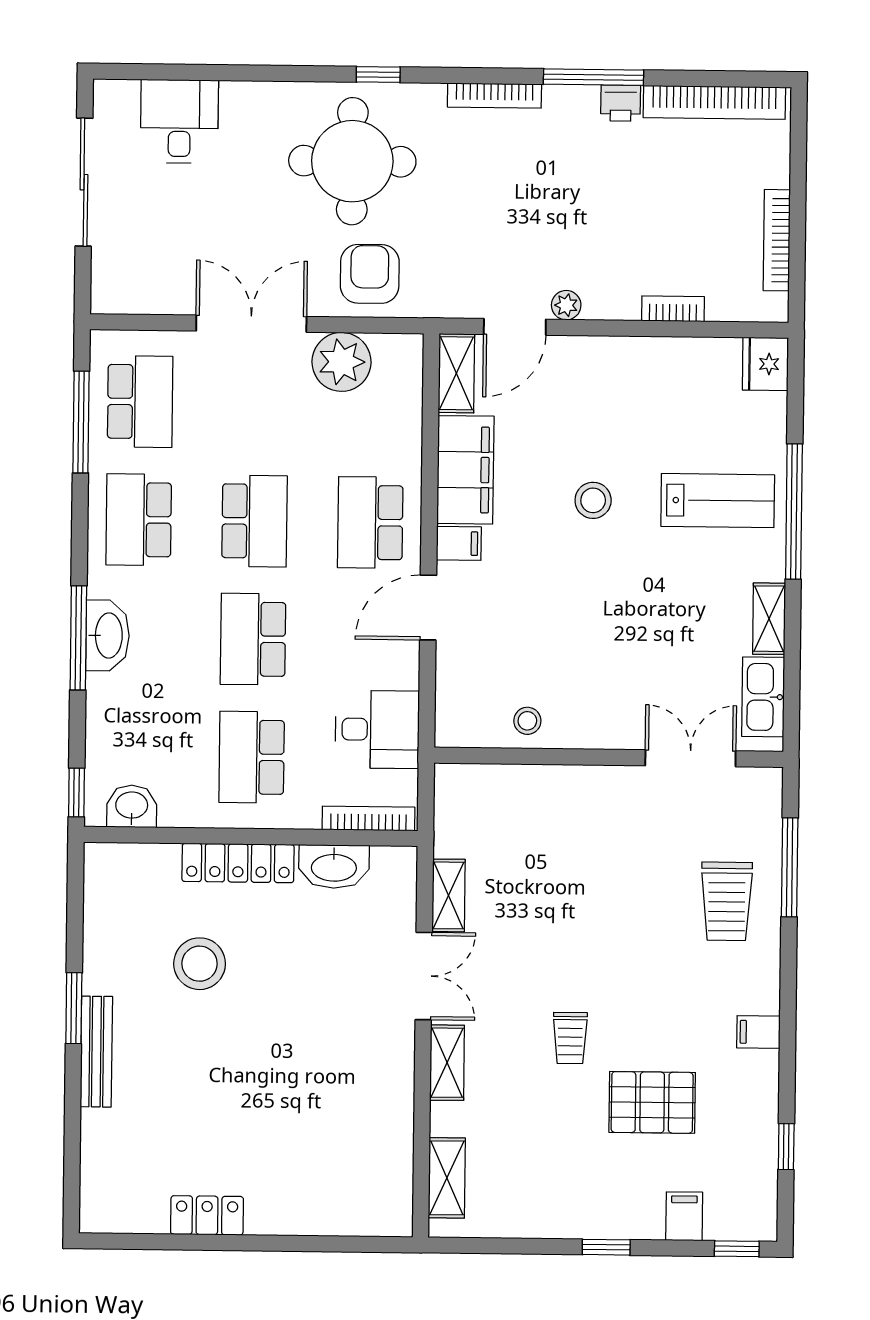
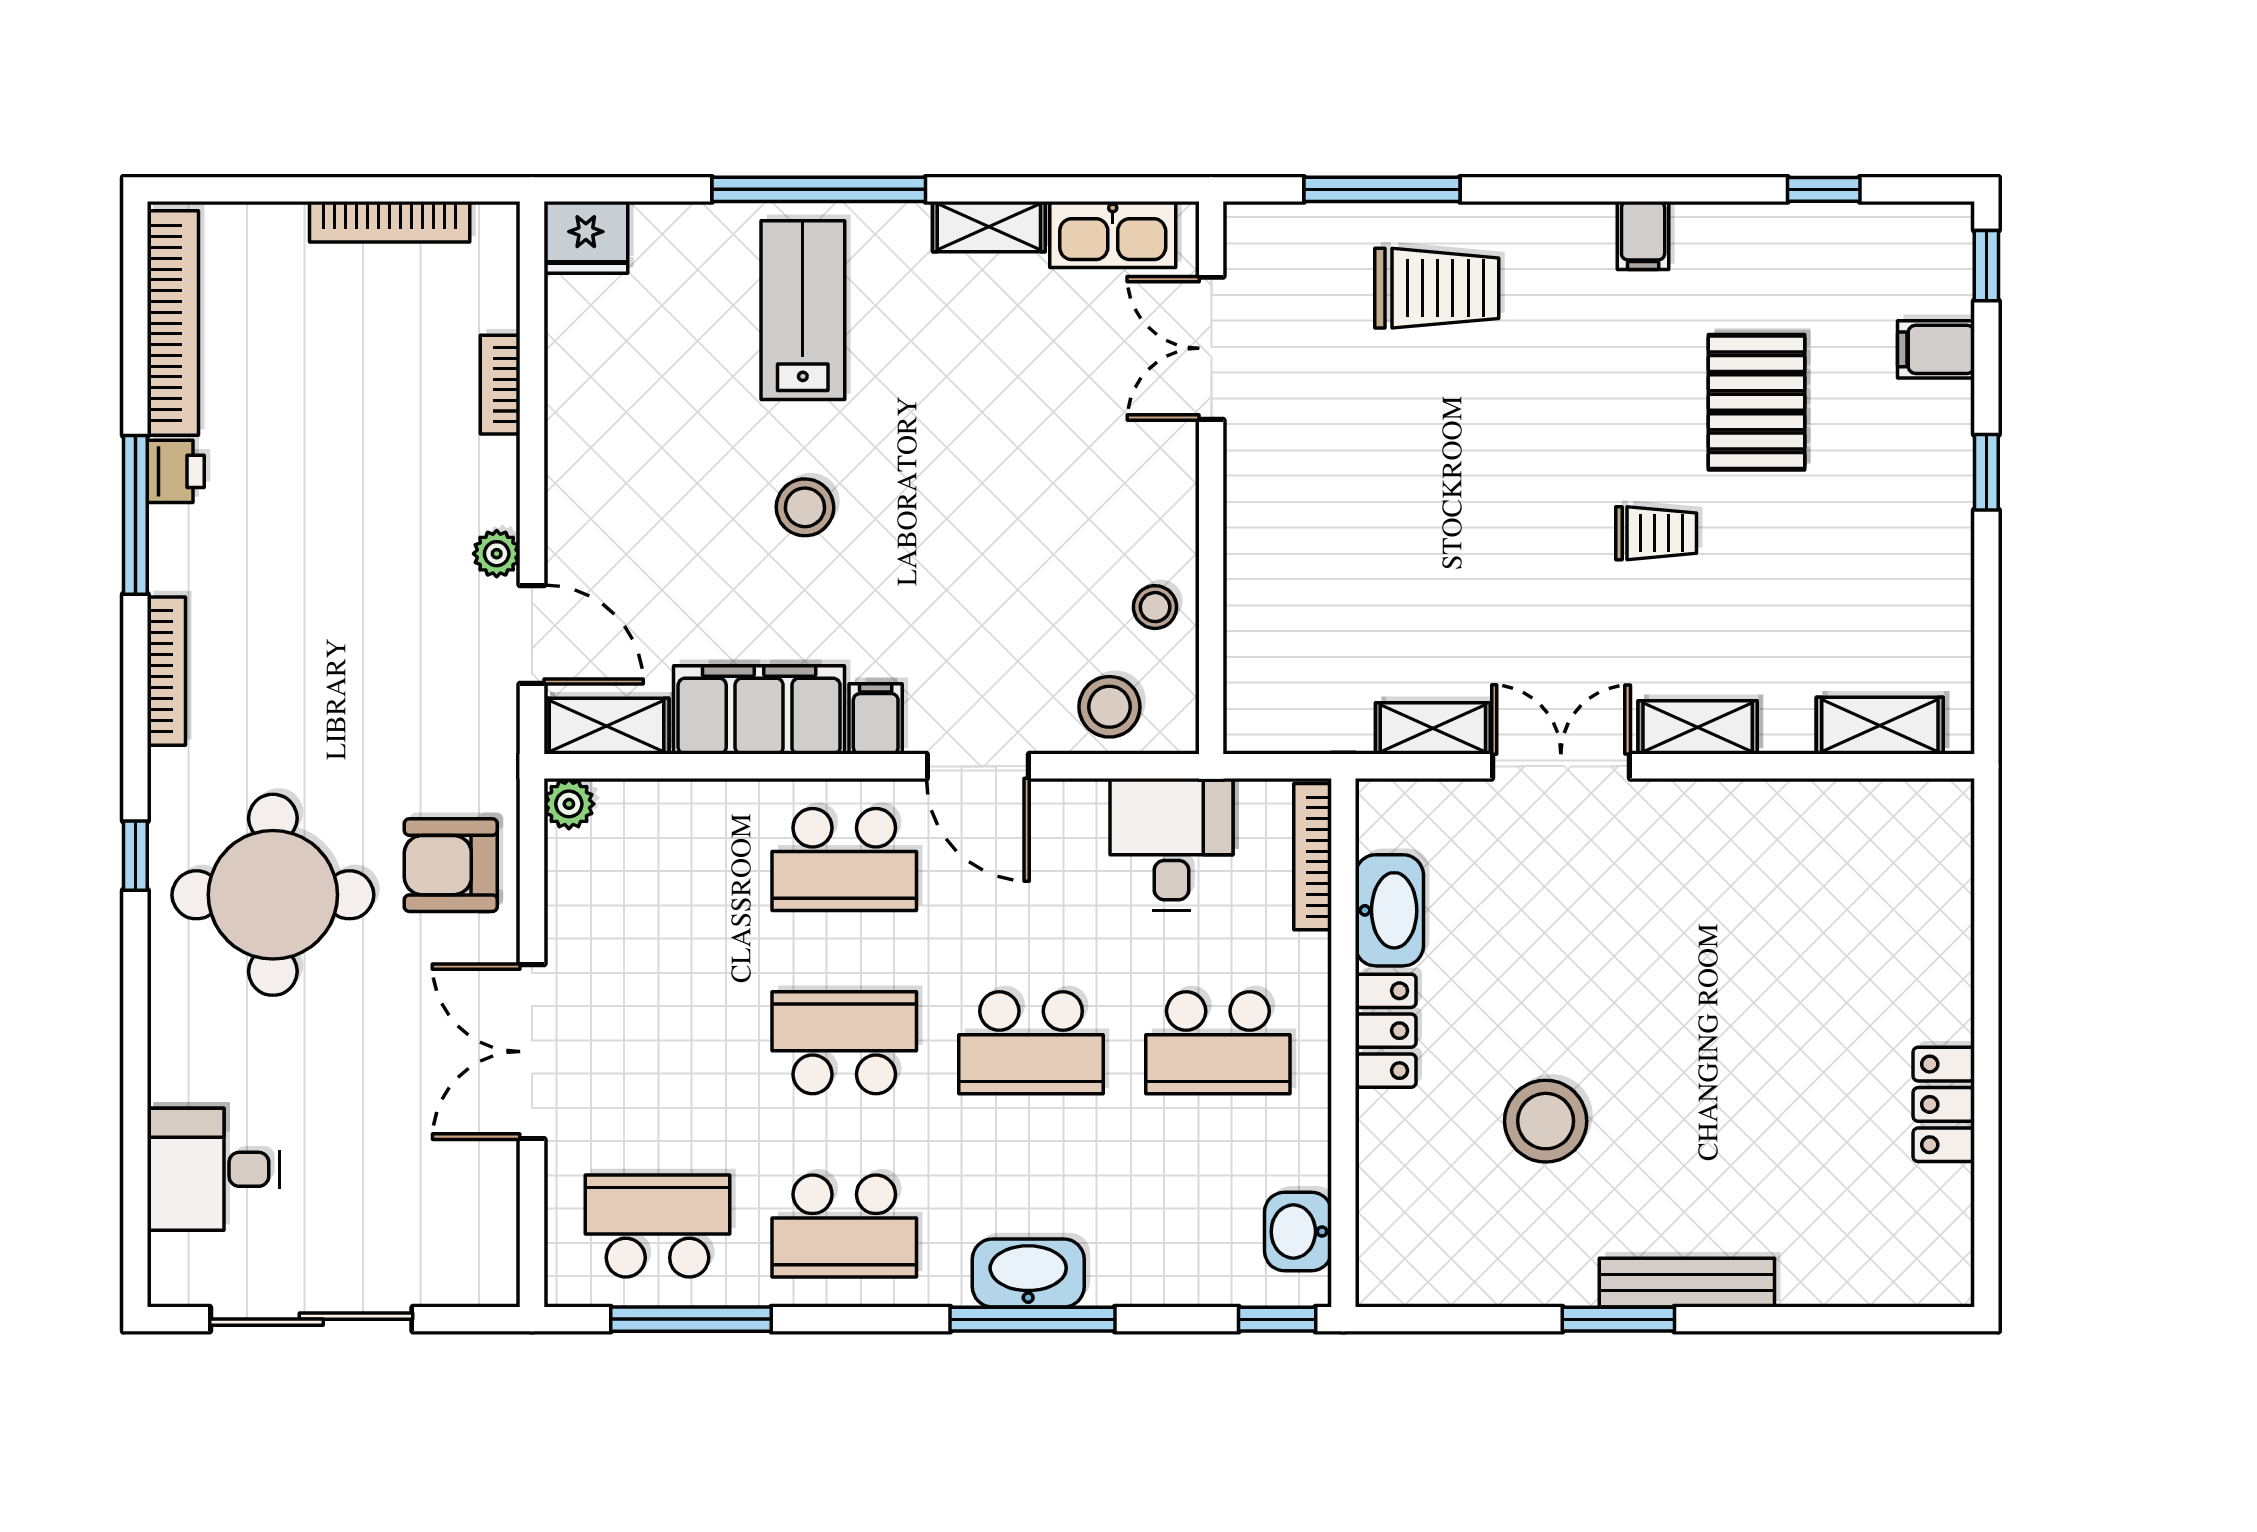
plant: (341, 362) -> (569, 804), moved, width x0.53, depth x0.53
stool: (465, 691) -> (1109, 707), added
locker: (238, 863) -> (1386, 1031), width x0.66

